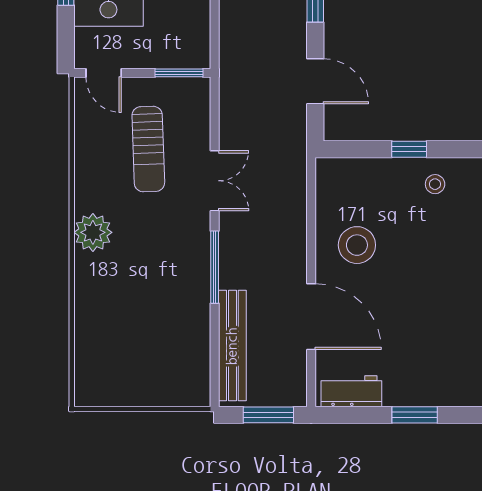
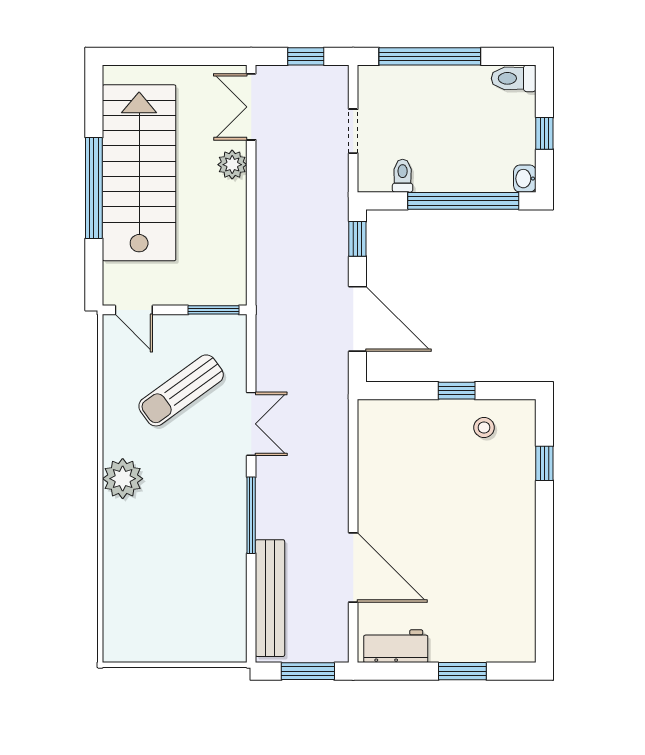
door: (315, 81) -> (357, 319), width x1.36
sun lounger: (148, 149) -> (181, 390), turned 56
stool: (357, 245) -> (402, 492), removed

